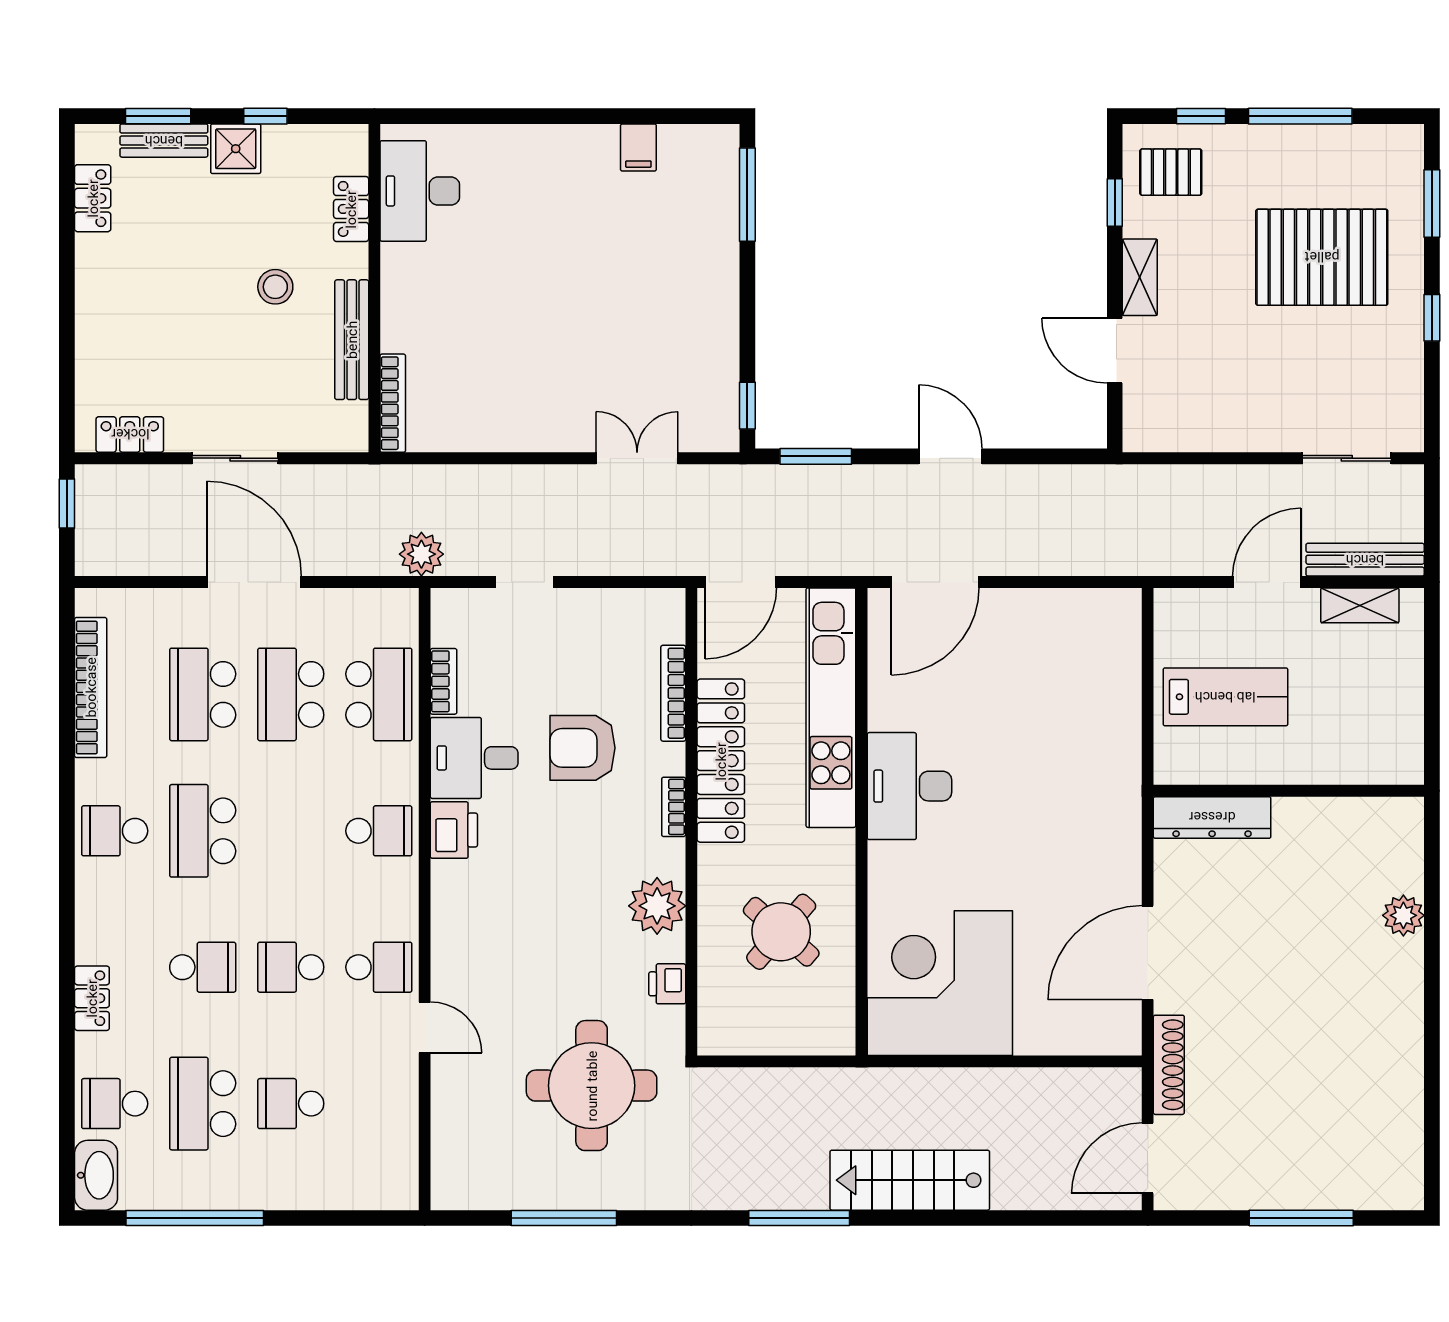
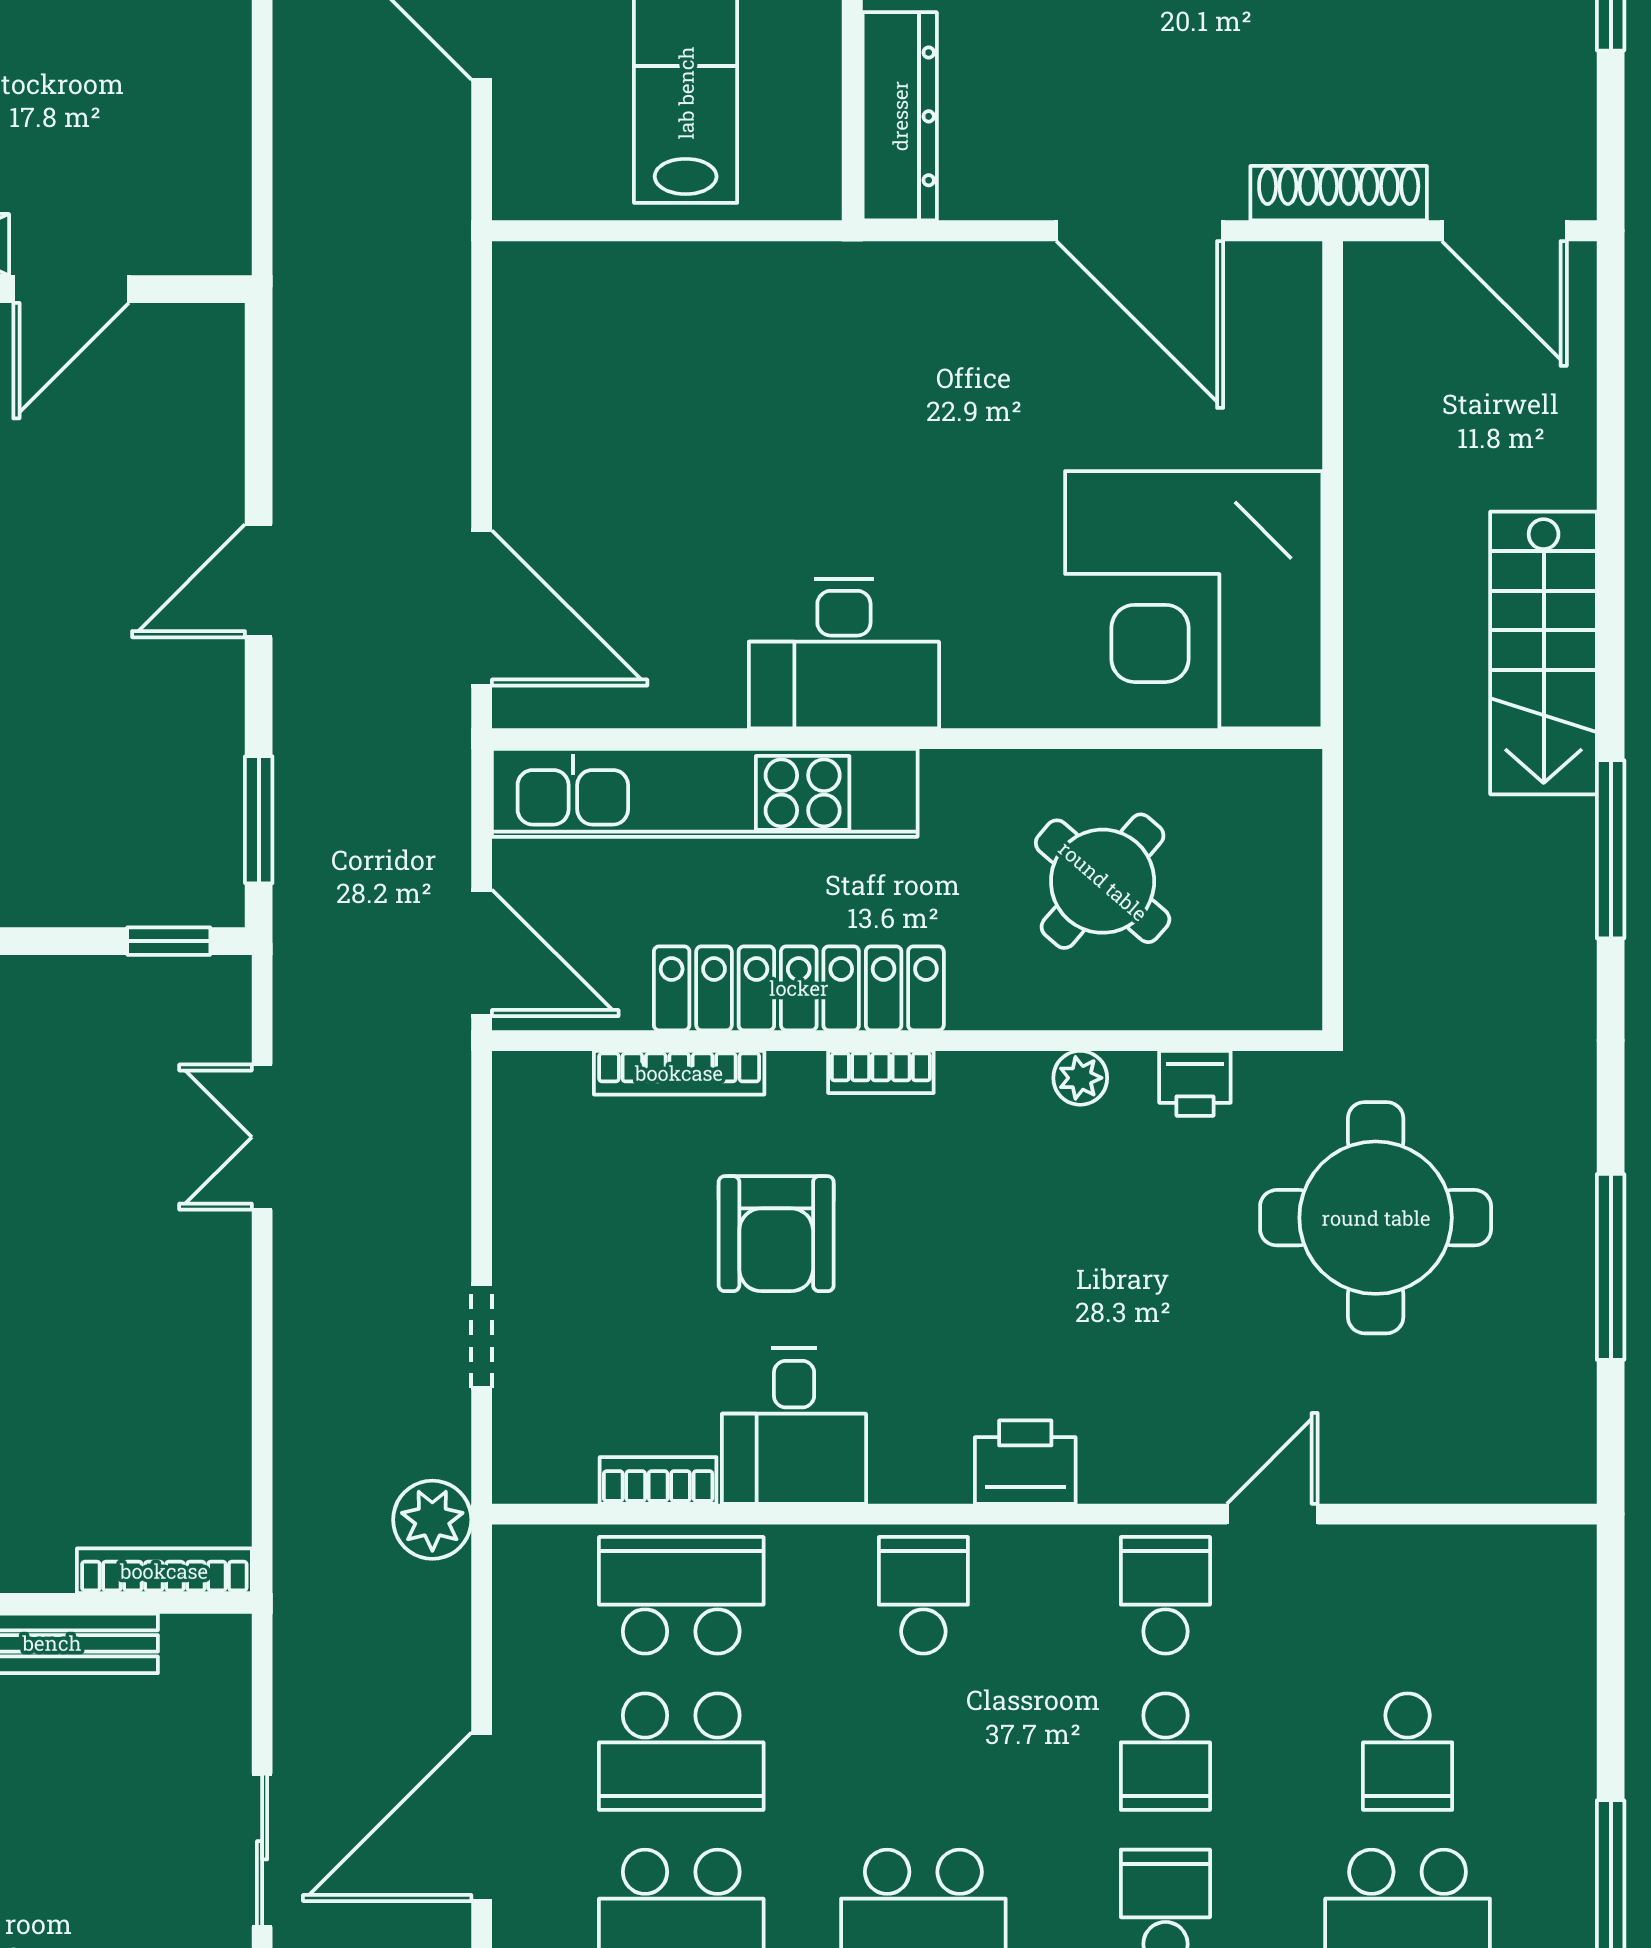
printer: (454, 830) -> (1025, 1462), moved
plant: (657, 906) -> (1080, 1078), width x0.53, depth x0.53

